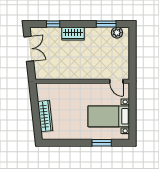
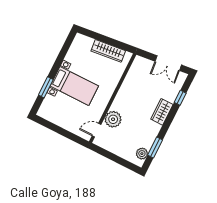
plant: (100, 72) -> (113, 119), added
wardrobe: (45, 116) -> (108, 51), moved
bed with nightstands: (109, 116) -> (74, 86), moved, turned 90

